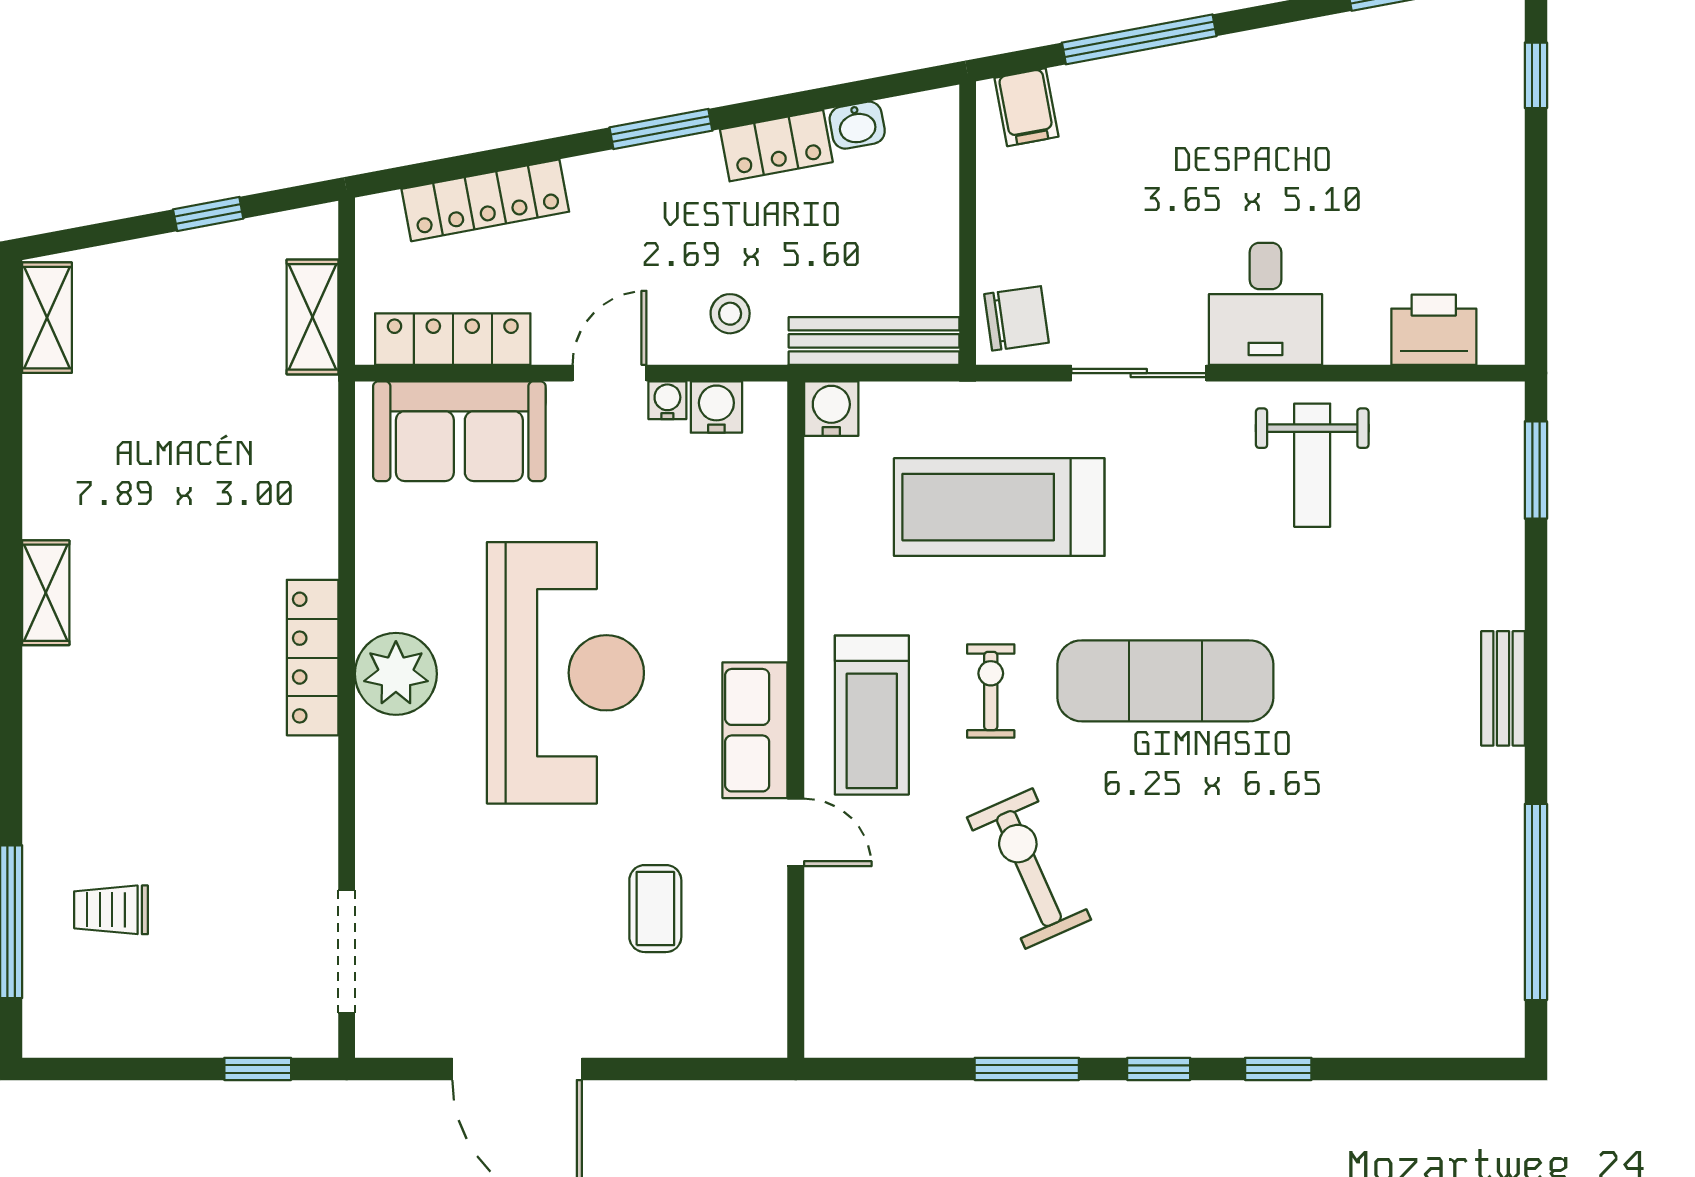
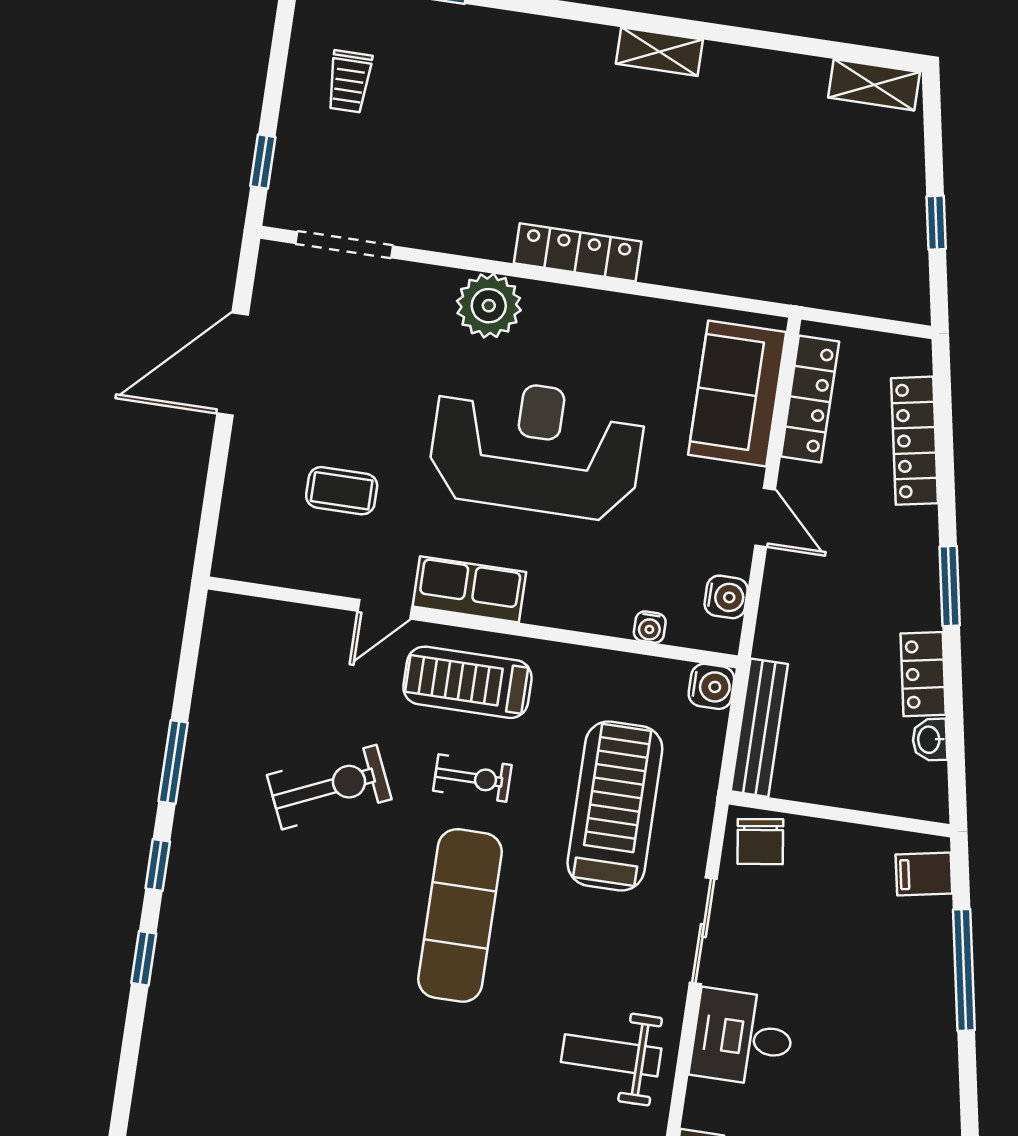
stool: (730, 314) -> (797, 618), removed
shelving: (312, 317) -> (844, 292), removed
water cooler: (667, 400) -> (650, 627), moved, turned 90
reception desk: (565, 673) -> (536, 448), turned 180
plant: (396, 674) -> (489, 306), moved
trolley: (111, 910) -> (349, 81), moved, turned 180

